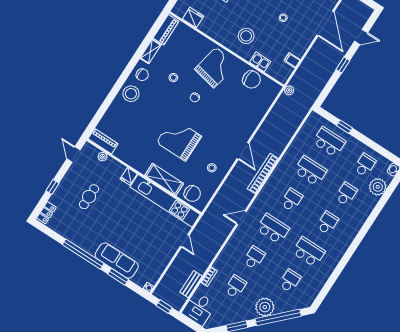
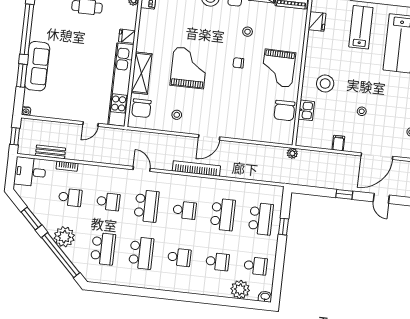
filing cabinet: (292, 60) -> (338, 143), moved
grand piano: (215, 67) -> (278, 68), turned 79
school desk: (290, 281) -> (103, 249), width x1.85

